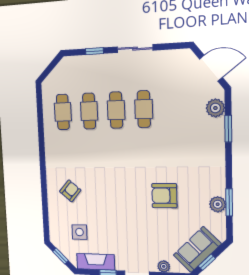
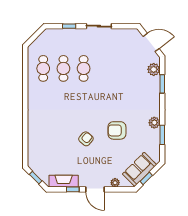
cafe table: (144, 109) -> (104, 68), removed
armchair: (70, 191) -> (86, 139), moved
plant: (218, 204) -> (154, 123), moved
side table: (79, 232) -> (52, 159), removed

